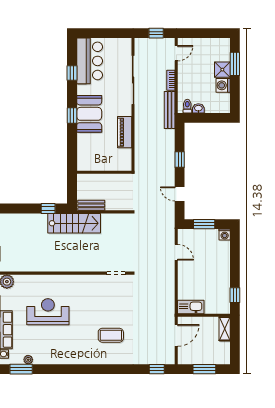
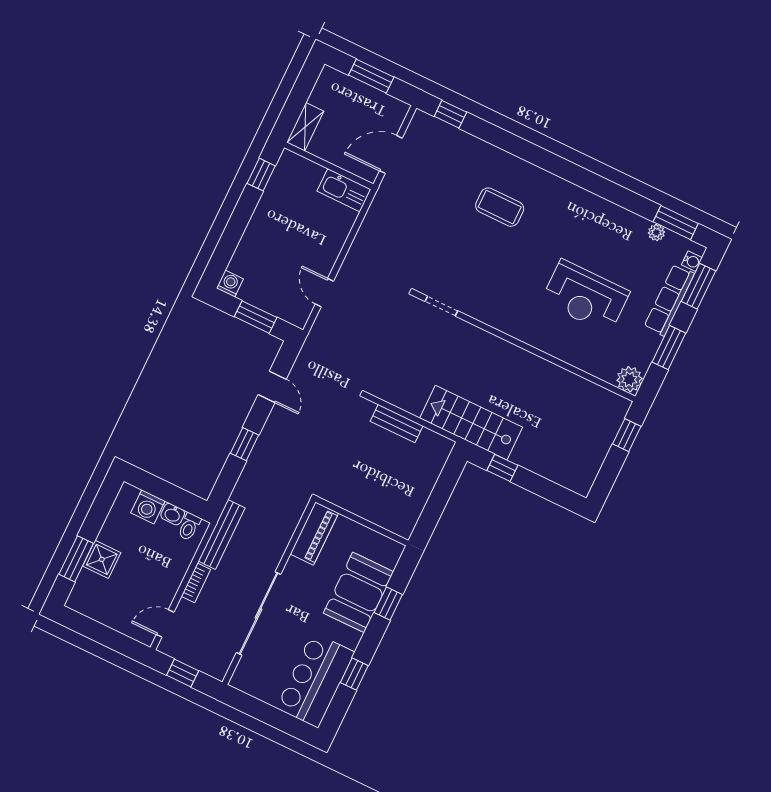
washing machine: (223, 85) -> (148, 507), moved, turned 90
wall: (104, 172) -> (362, 521), moved
bench: (91, 205) -> (397, 424), moved

